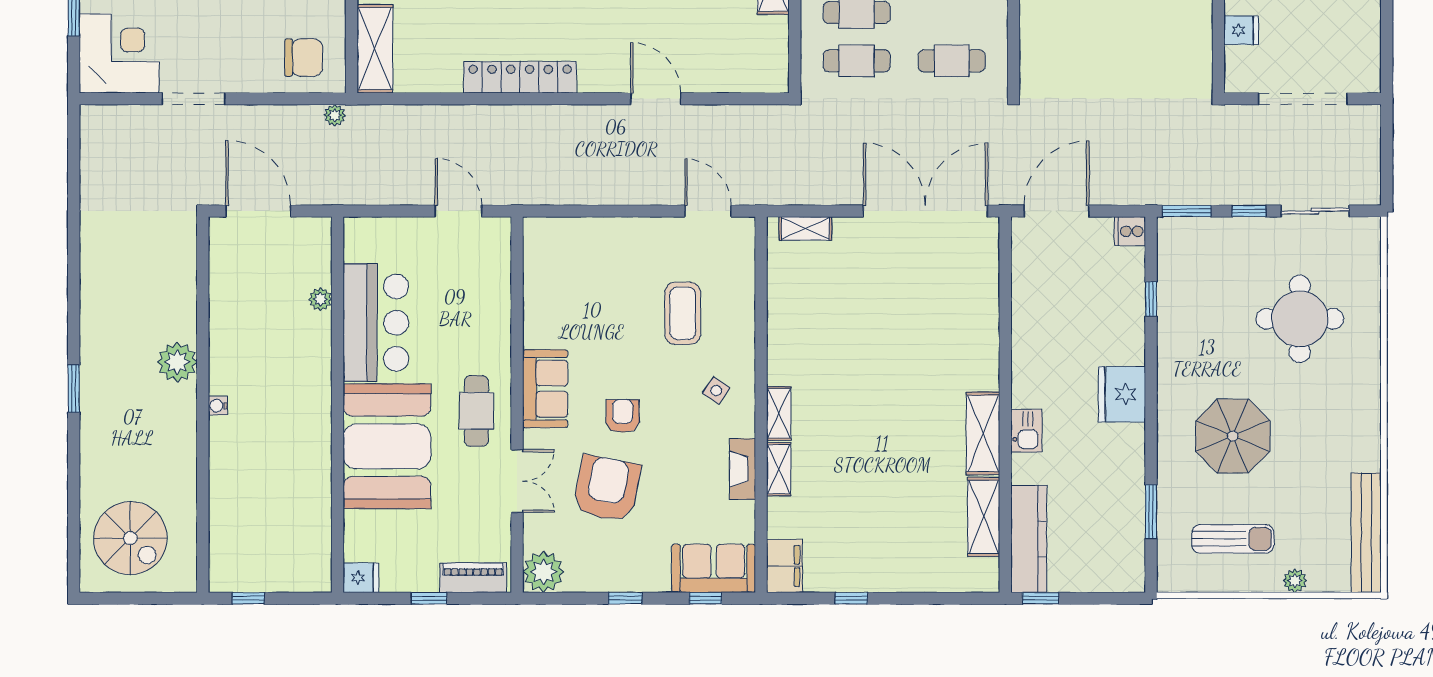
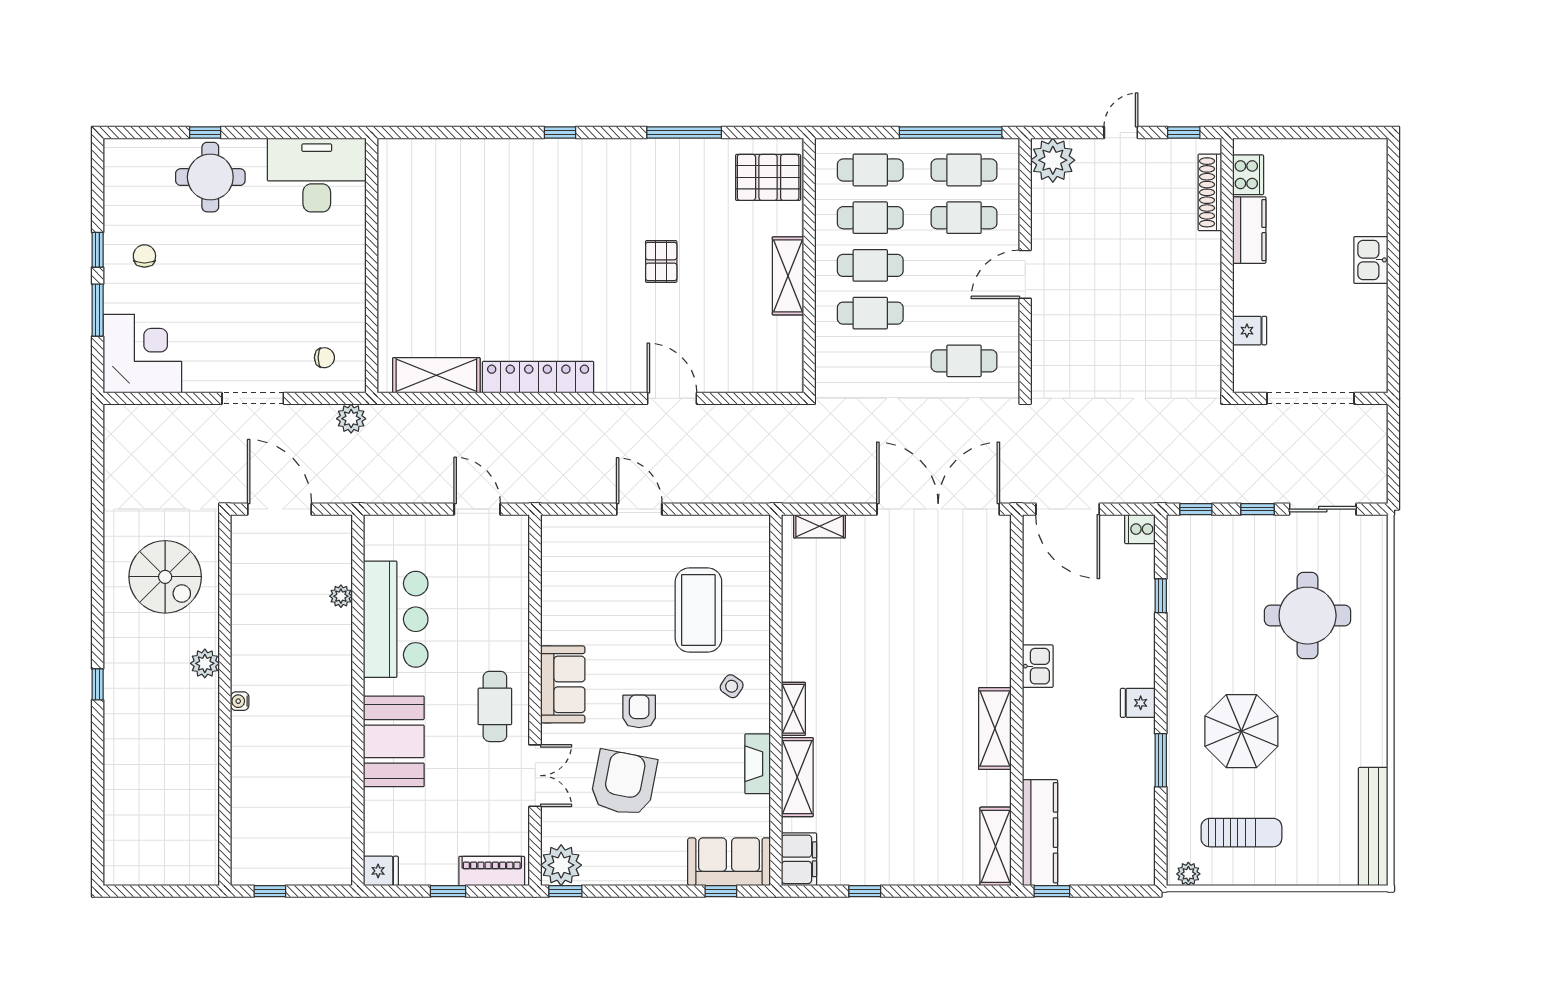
shelving: (375, 49) -> (436, 375), moved, turned 90
chair: (304, 58) -> (324, 358), width x0.54, depth x0.54
cafe table: (857, 61) -> (870, 361), removed
doorway: (193, 99) -> (253, 398), moved
plant: (335, 115) -> (351, 419), width x1.38, depth x1.38
door: (708, 211) -> (639, 509), moved
door: (1057, 211) -> (1068, 509), swing flipped
window: (1187, 211) -> (1196, 509), width x0.67
coffee table: (683, 313) -> (698, 610), width x1.36, depth x1.32
plant: (177, 362) -> (205, 663), width x0.73, depth x0.73
window: (74, 389) -> (98, 684), width x0.67
fridge: (1122, 394) -> (1138, 703), width x0.53, depth x0.75
kitchen sink: (1026, 431) -> (1038, 666), moved
booth: (387, 446) -> (394, 741), width x0.73, depth x0.70
shelving: (779, 469) -> (797, 777), width x1.50, depth x1.33
window: (1151, 512) -> (1161, 760), moved
shelving: (984, 517) -> (996, 846), moved
spiral stairs: (130, 538) -> (165, 577), moved
plant: (1295, 581) -> (1188, 874), moved
window: (625, 598) -> (565, 891), moved

